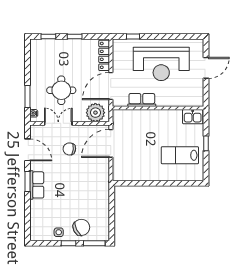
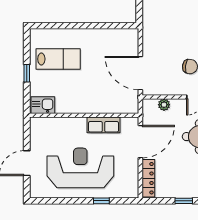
window: (133, 36) -> (101, 201), moved
plant: (95, 113) -> (164, 105), width x0.53, depth x0.53
door: (111, 143) -> (140, 73), swing flipped

